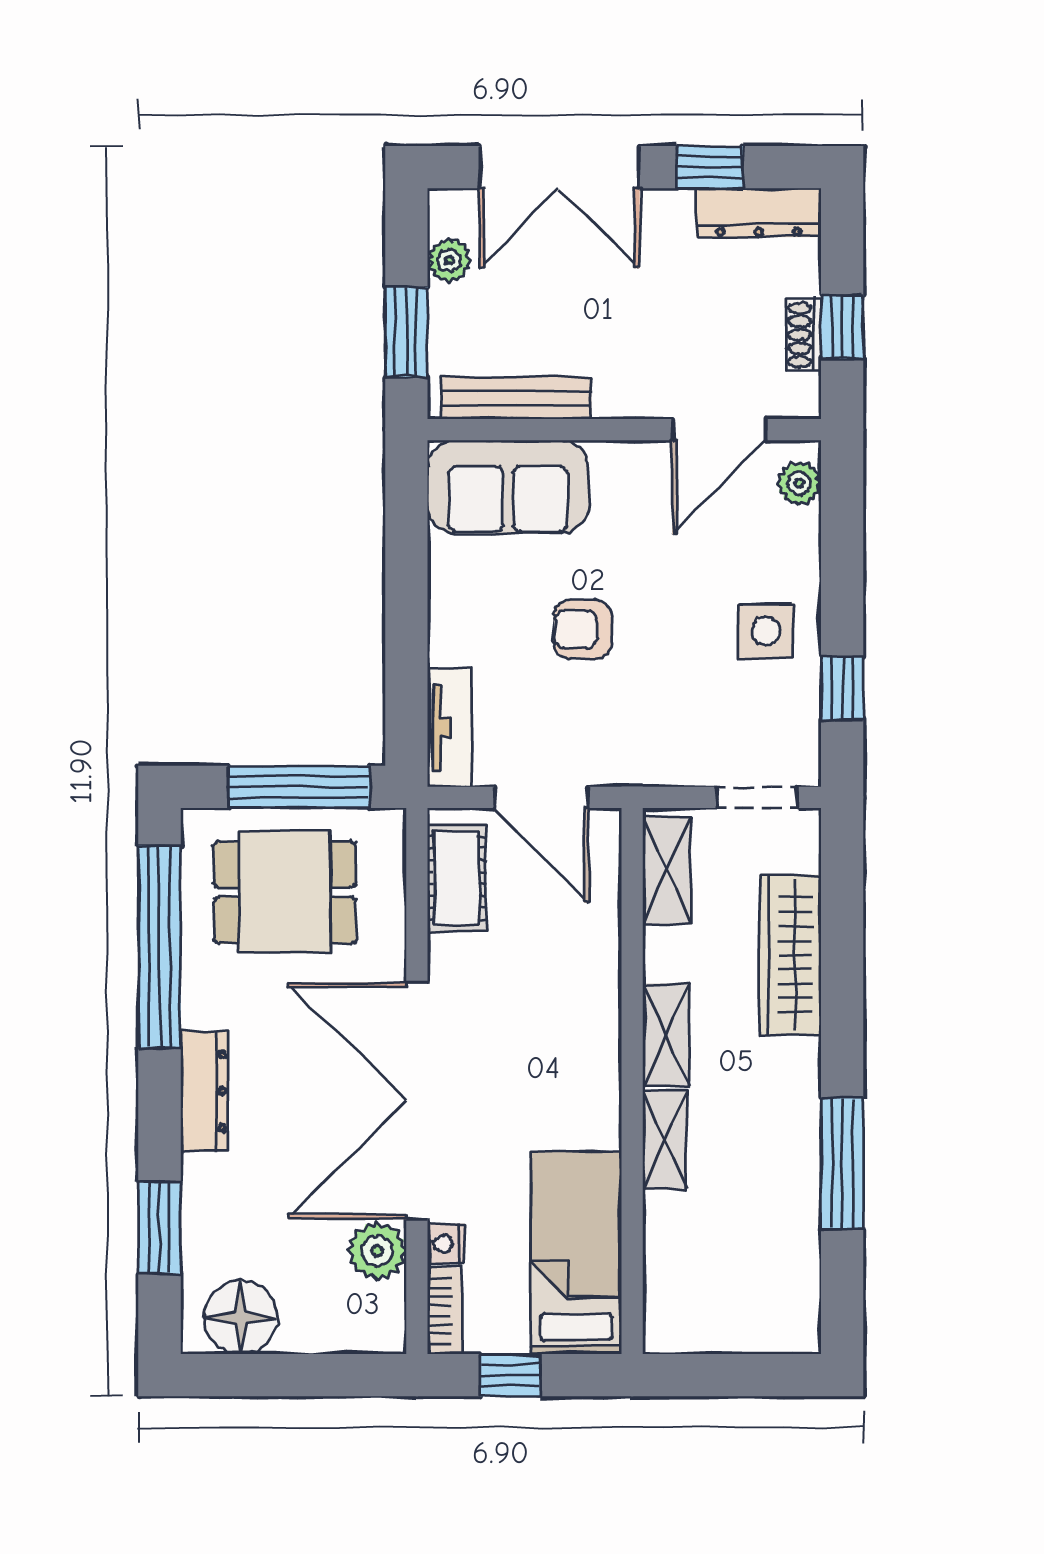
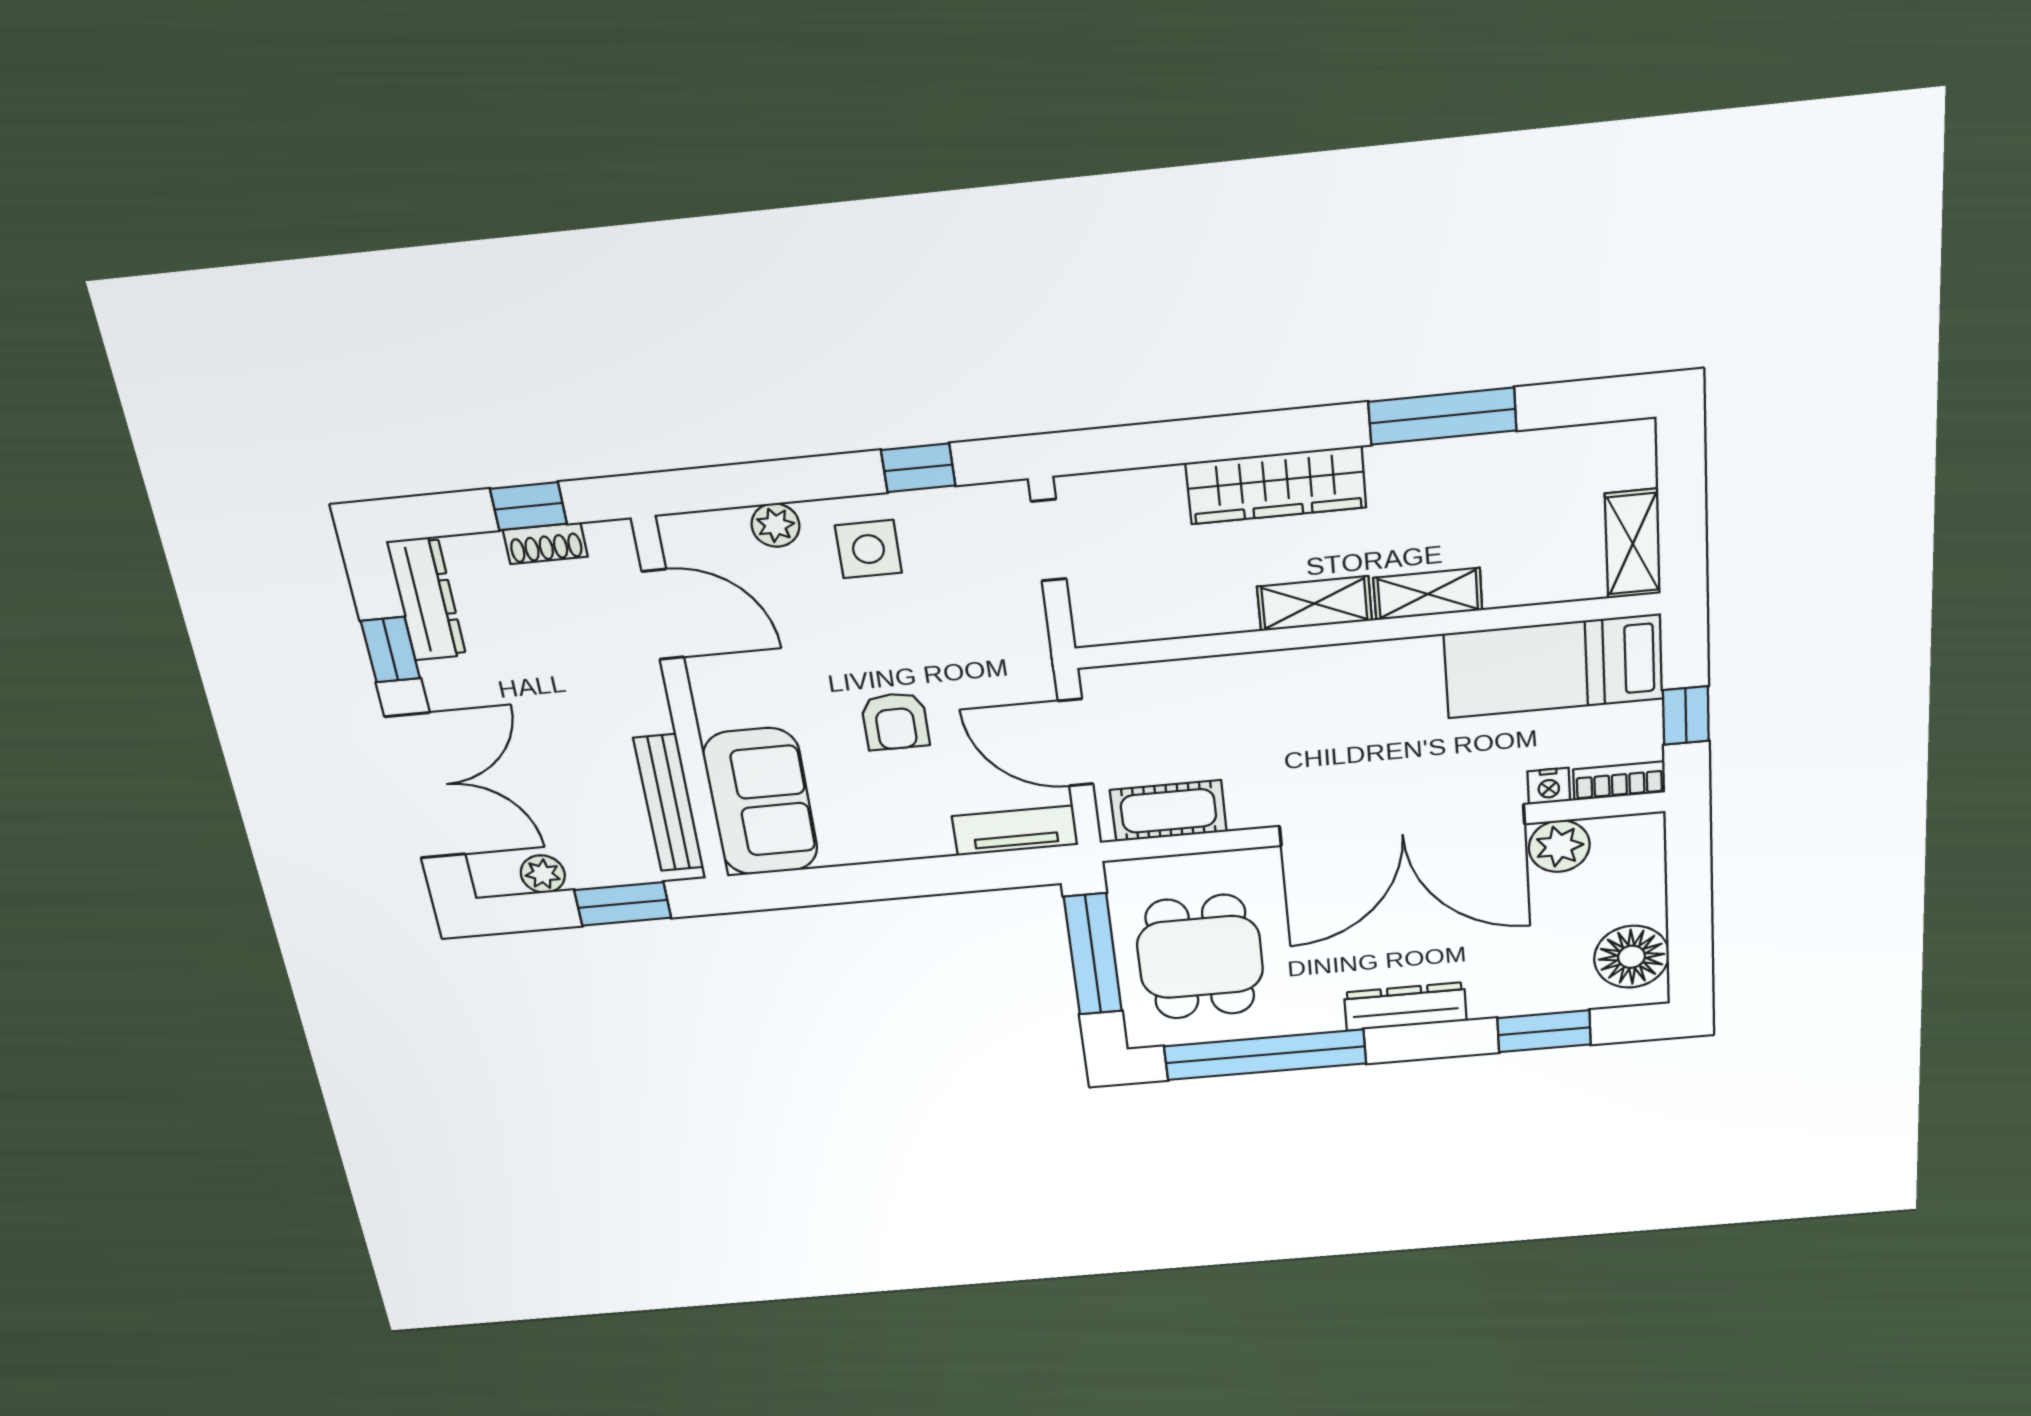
plant: (799, 483) -> (775, 525), moved
door: (541, 797) -> (1076, 743), swing flipped
shelving: (667, 870) -> (1633, 544), moved, turned 90
wardrobe: (790, 955) -> (1276, 485), moved

